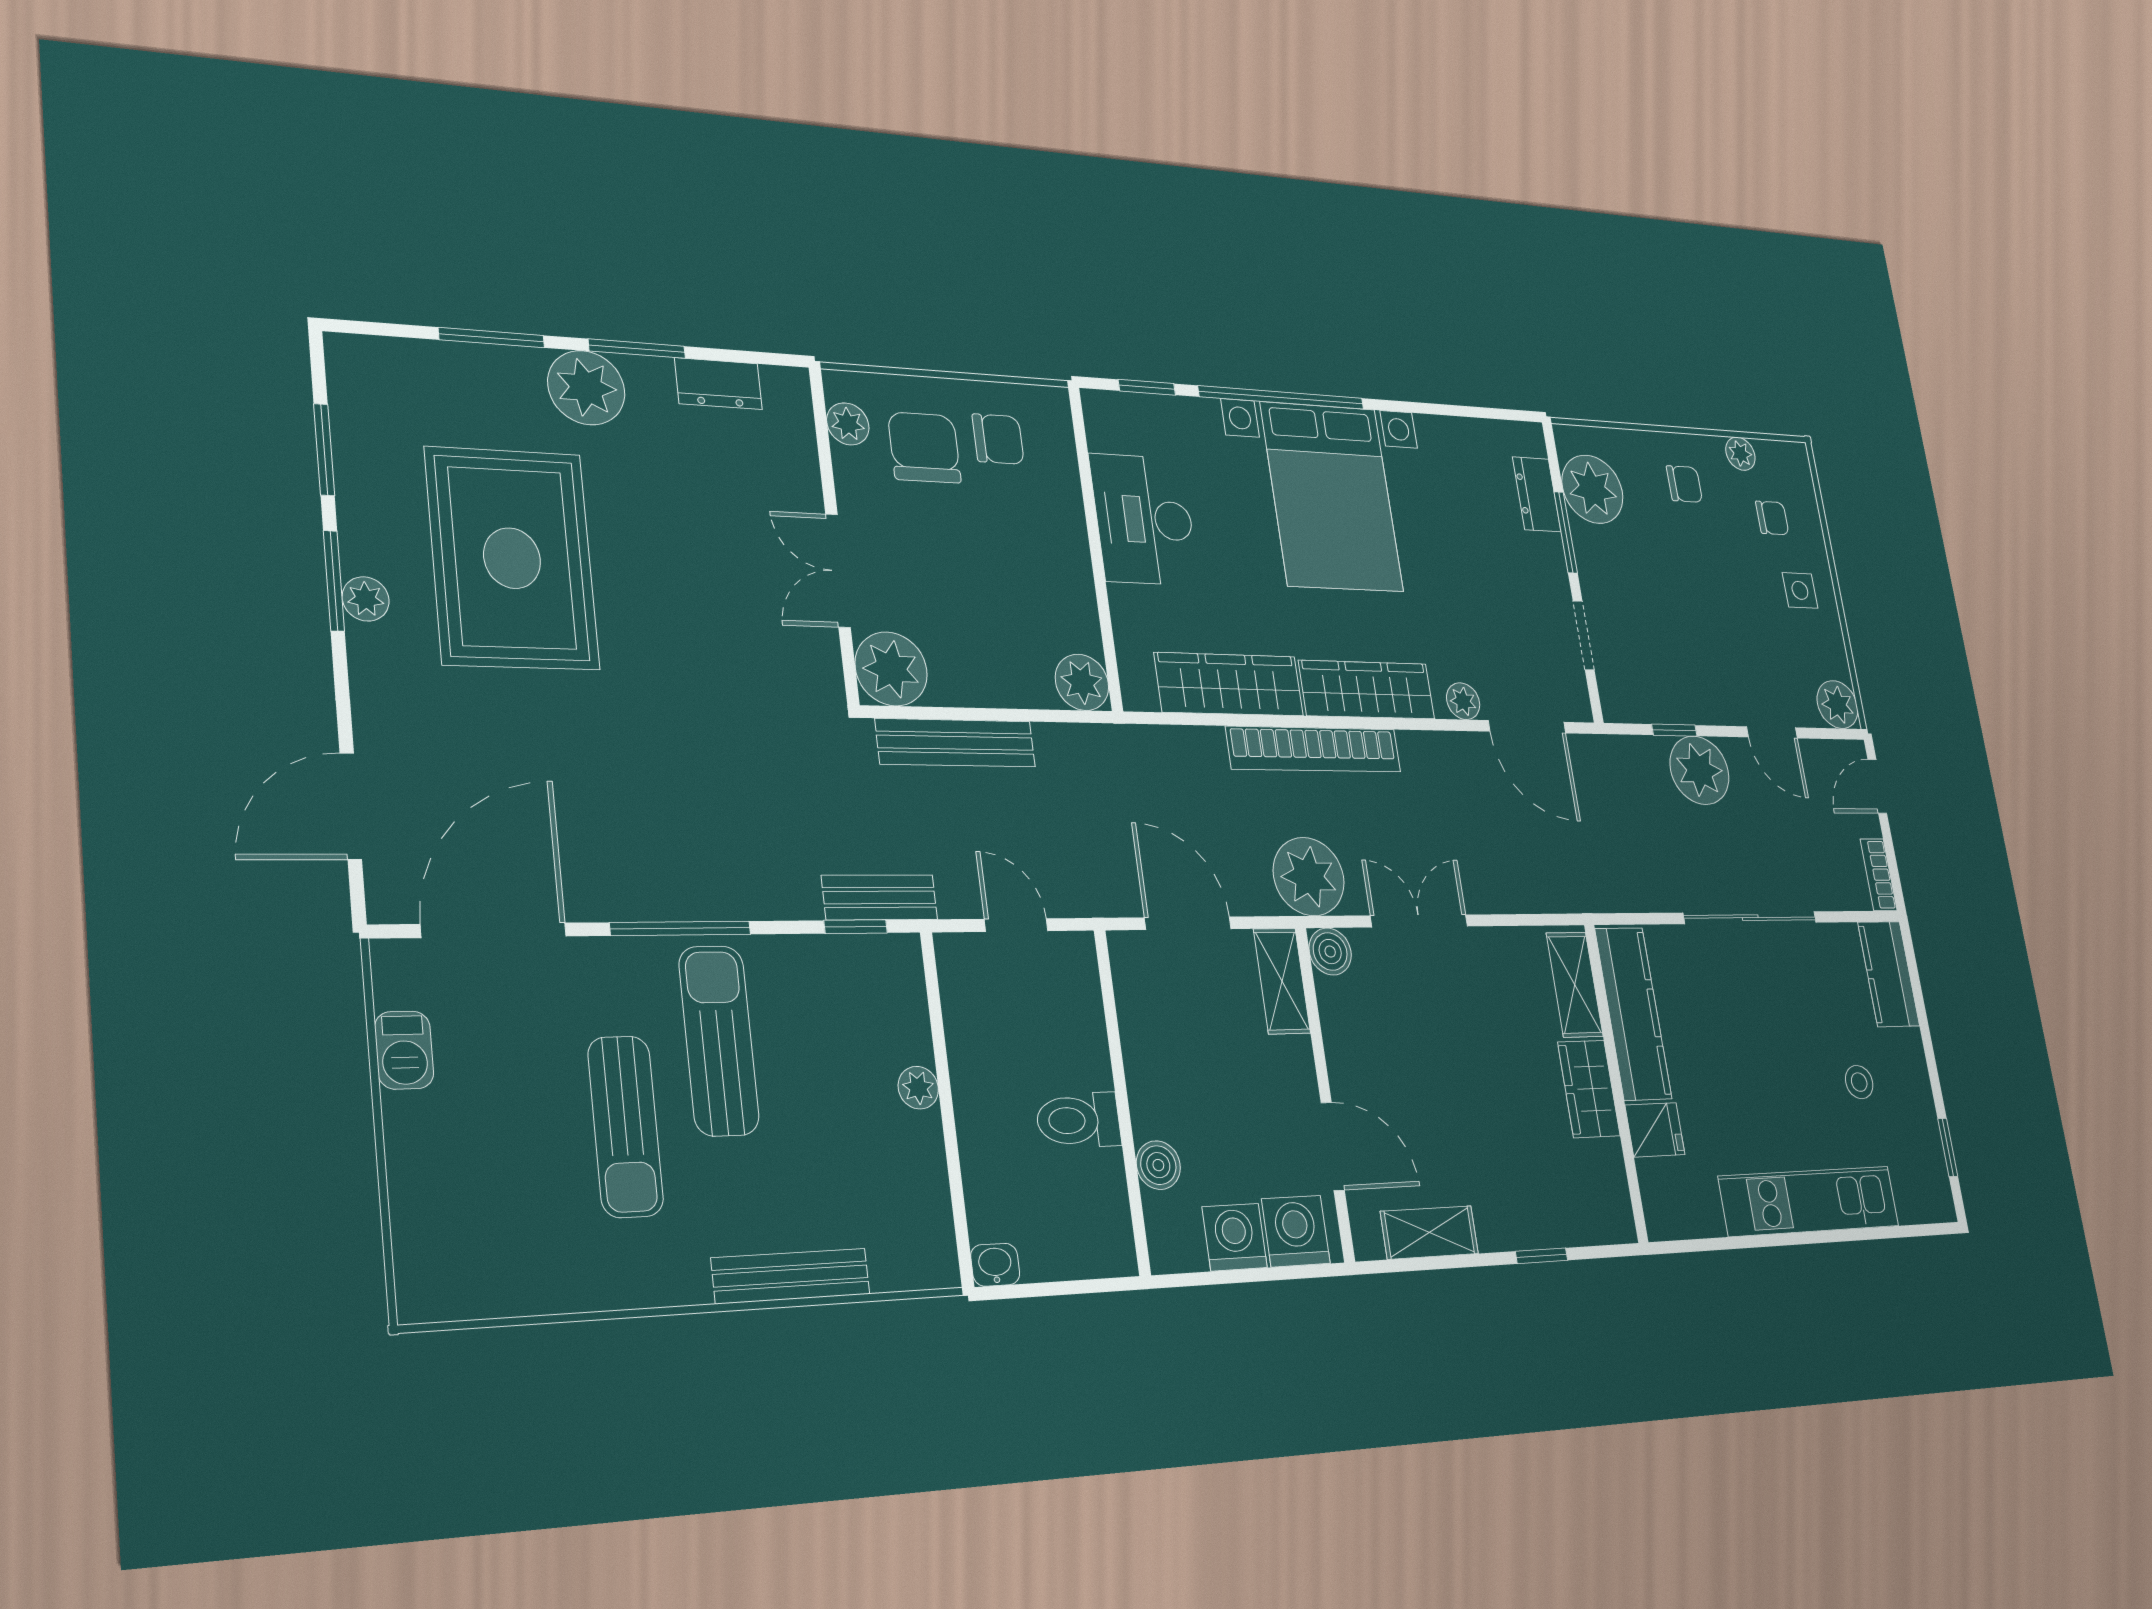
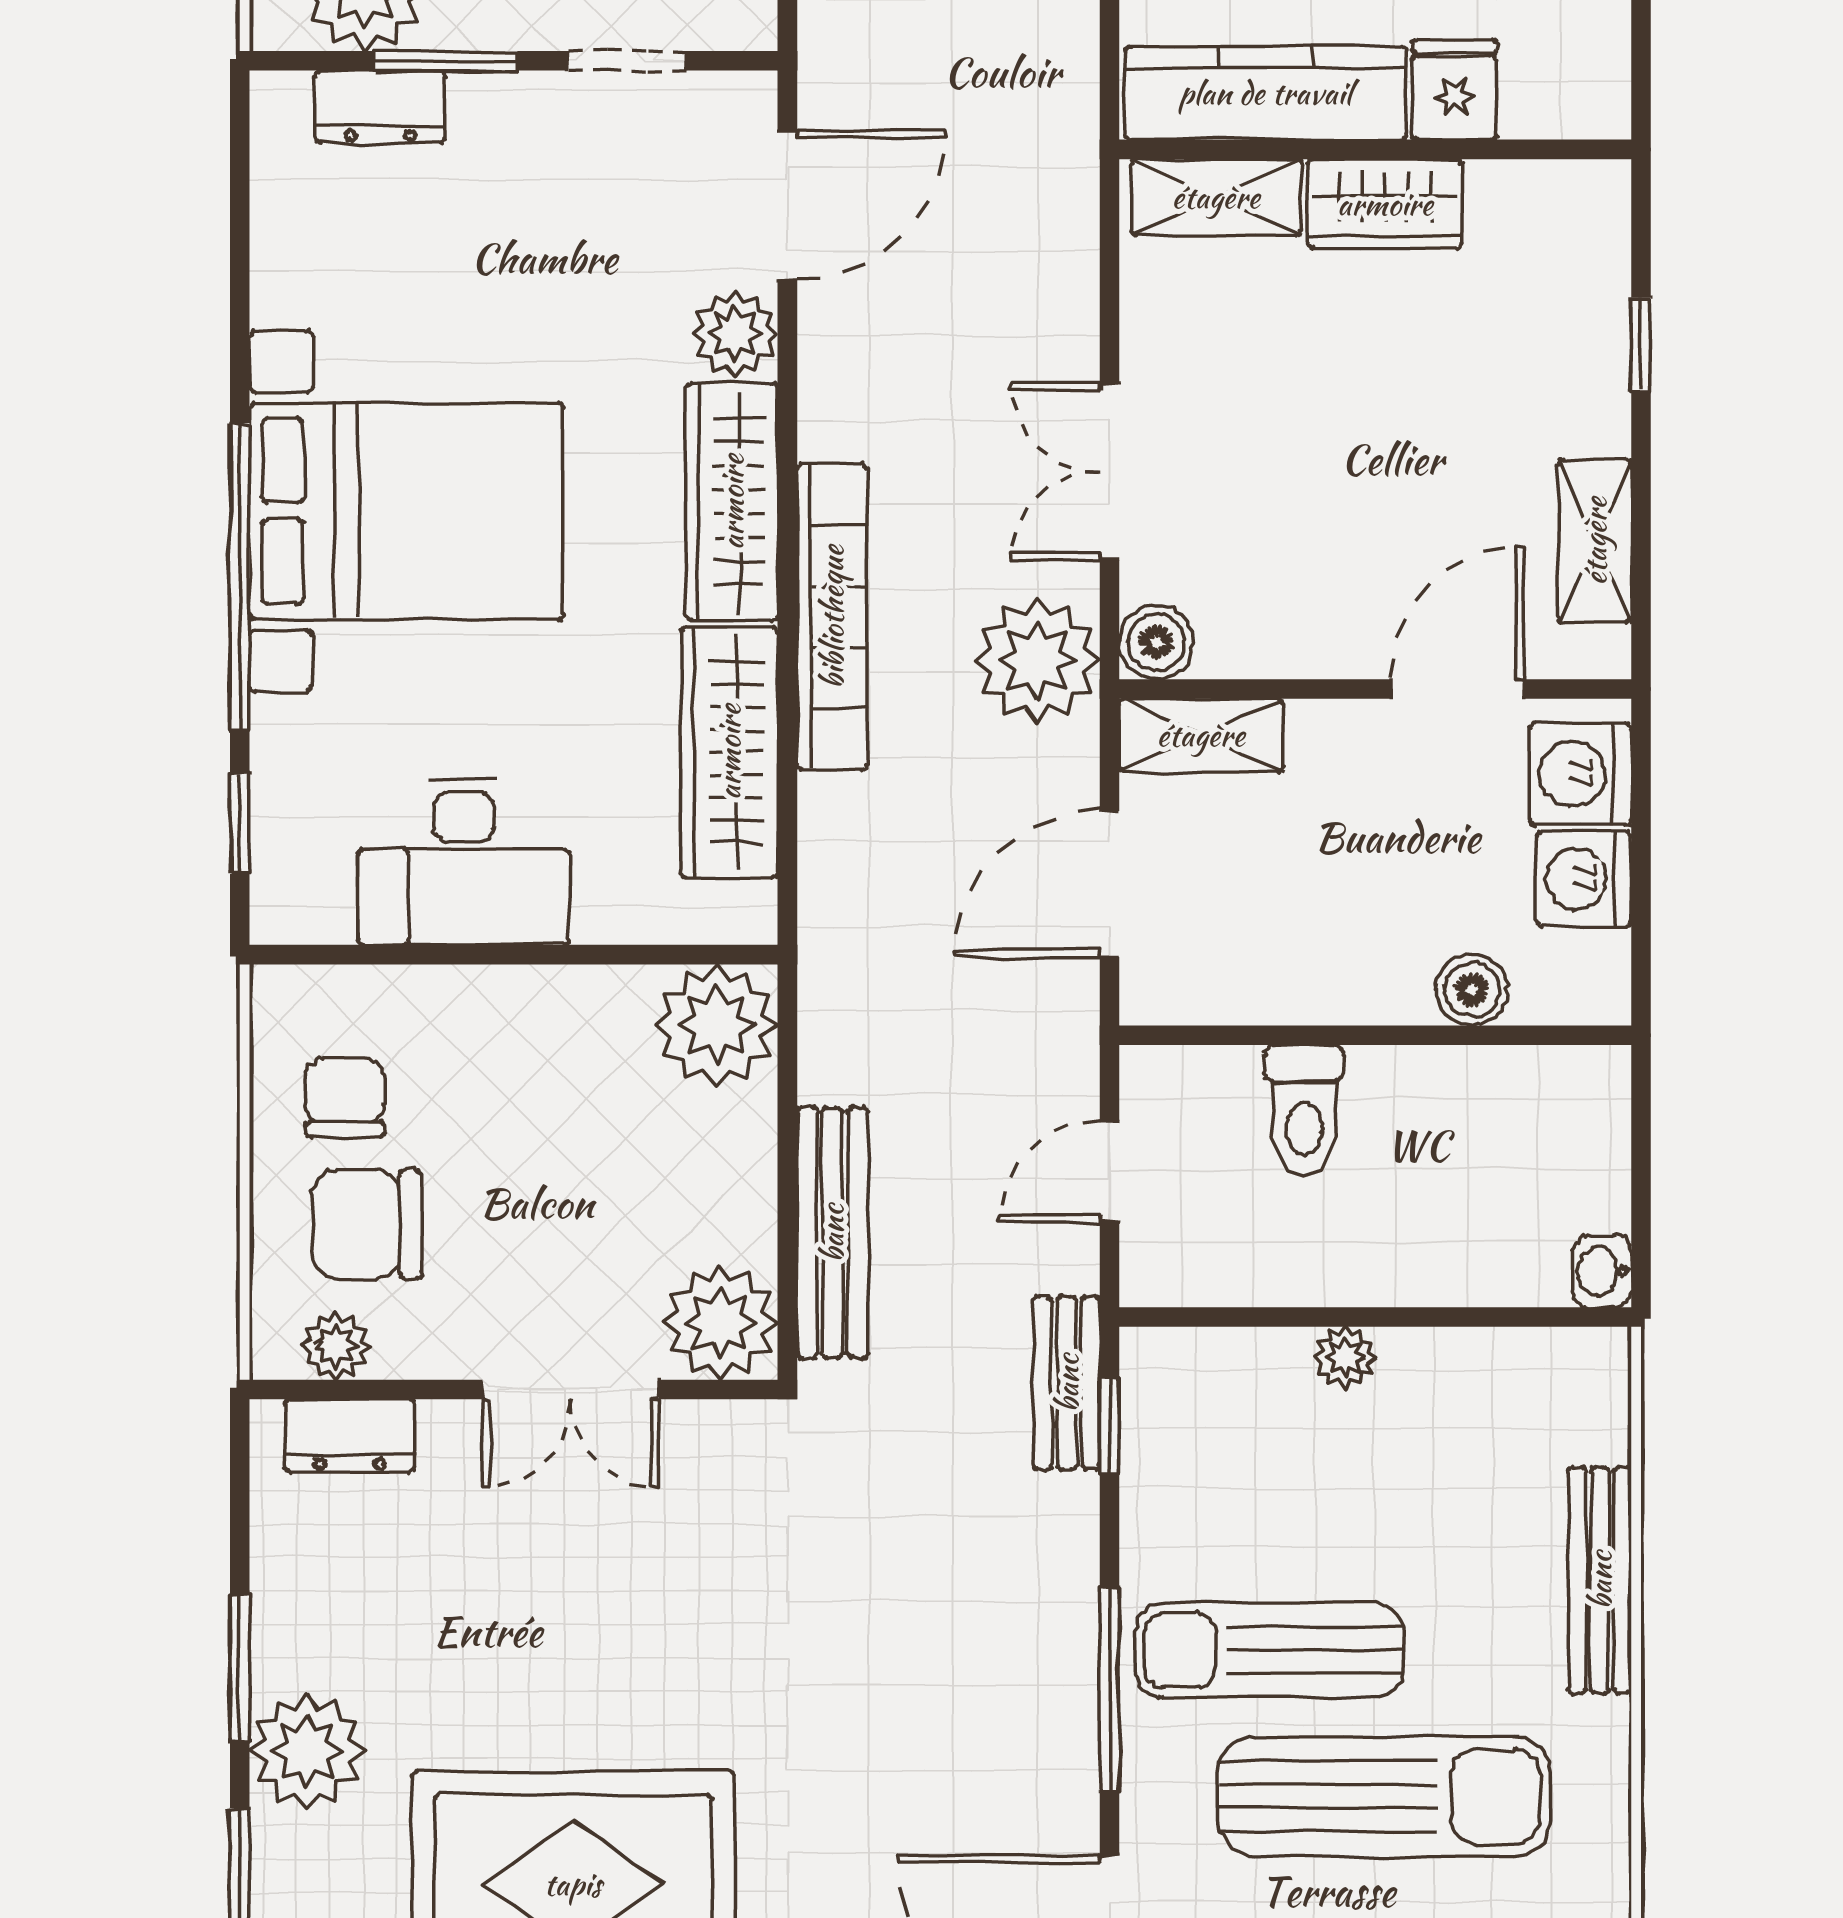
dresser: (718, 384) -> (350, 1436), moved, turned 90
plant: (1082, 682) -> (717, 1025), width x1.36, depth x1.36
plant: (1463, 701) -> (735, 334), width x1.38, depth x1.38
toilet: (1078, 1120) -> (1304, 1111), moved
sun lounger: (625, 1126) -> (1384, 1796), width x1.36, depth x1.34

